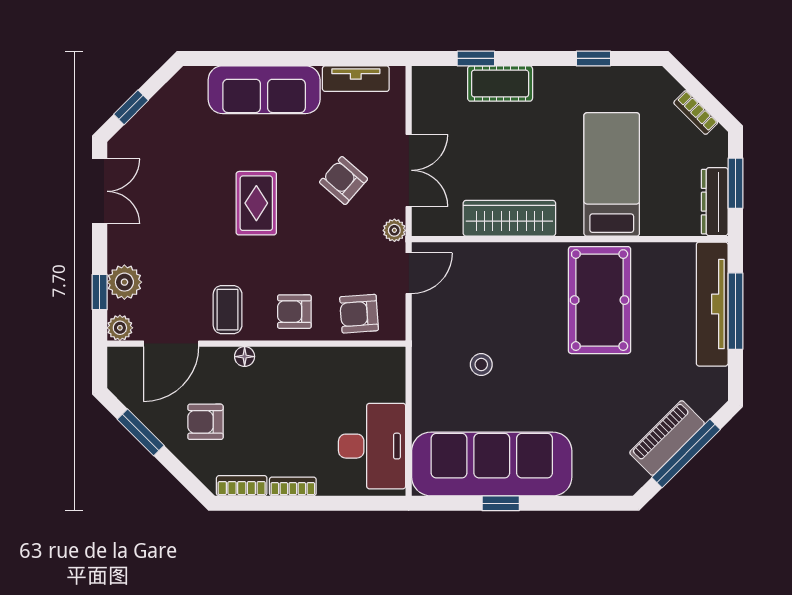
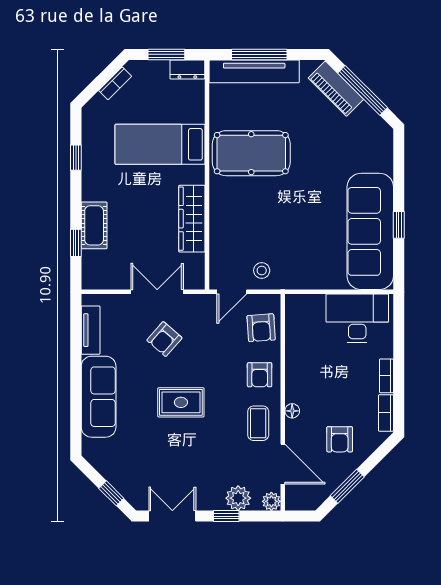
dresser: (715, 202) -> (187, 70), width x0.70
plant: (394, 230) -> (201, 302), removed
door: (409, 273) -> (232, 292), swing flipped
window: (100, 292) -> (226, 516), moved
coffee table: (228, 310) -> (258, 423), turned 90
stool: (481, 365) -> (262, 270), moved
piano: (667, 438) -> (336, 89), moved

